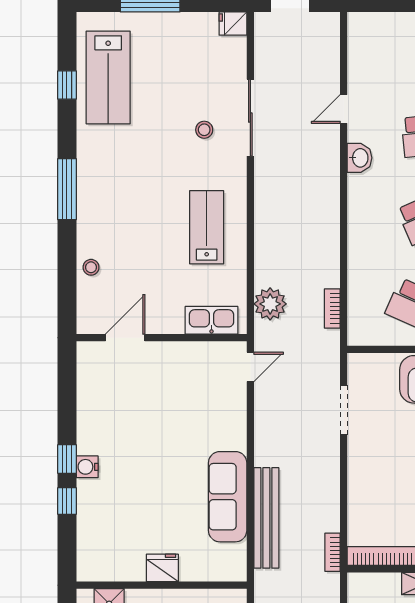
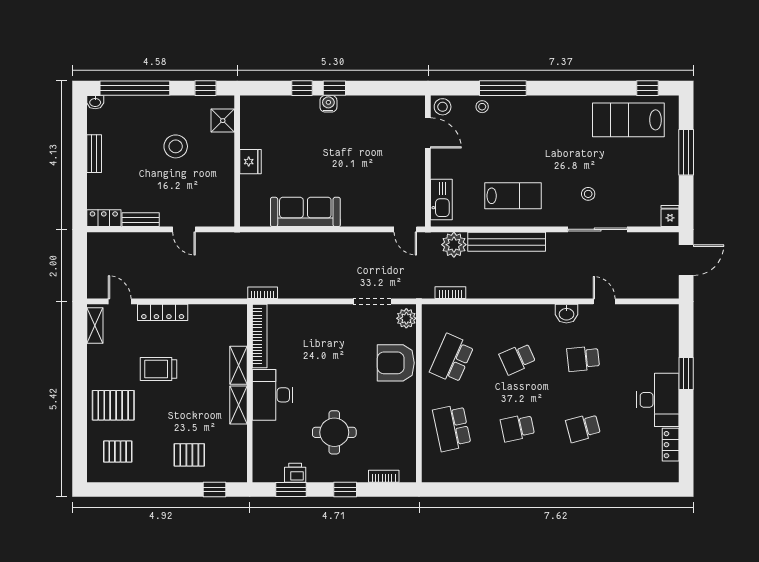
window: (67, 85) -> (647, 88), moved
window: (67, 189) -> (503, 88), moved
stool: (91, 319) -> (443, 107), added
plant: (366, 366) -> (406, 318), added
bench: (266, 518) -> (507, 242), moved

